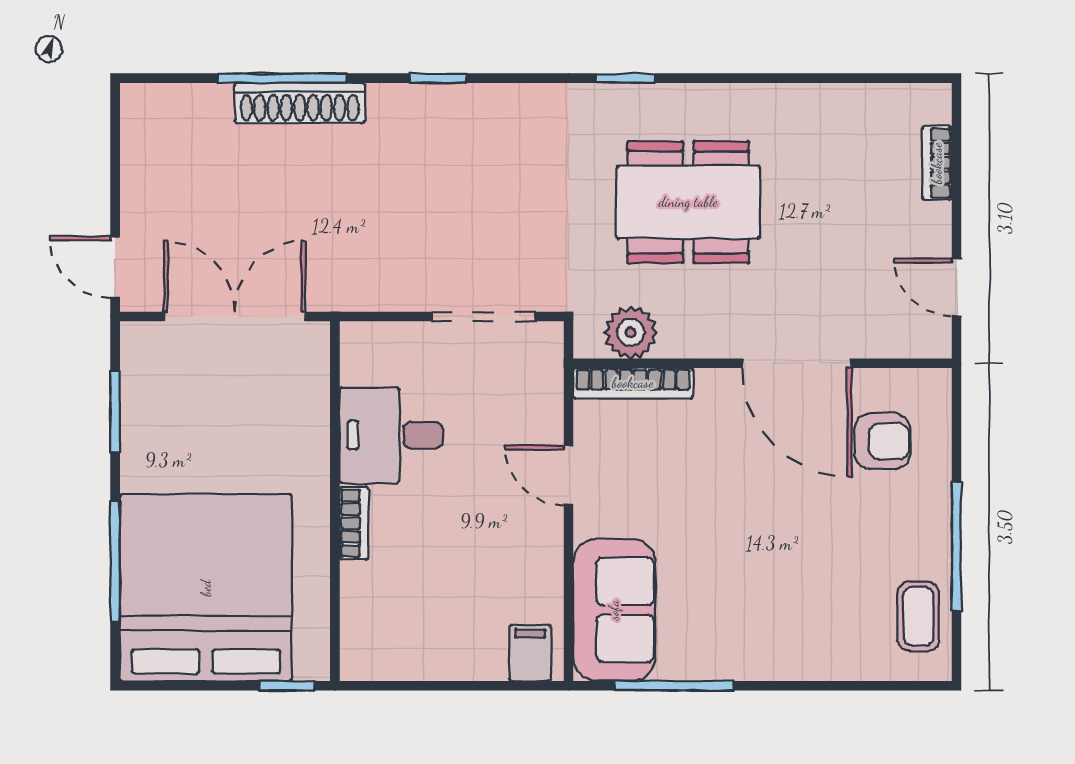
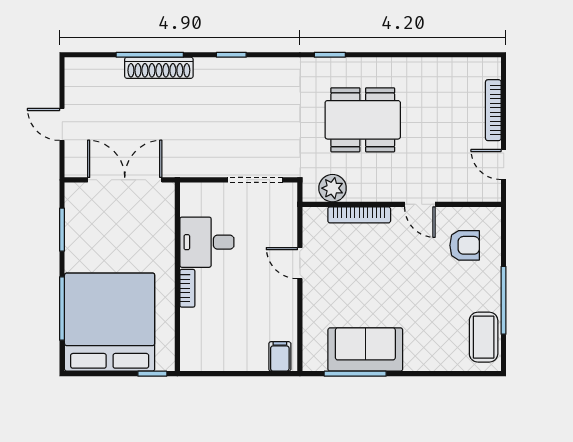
bookcase: (937, 163) -> (493, 110), width x1.56
door: (115, 267) -> (62, 124), moved
door: (797, 363) -> (420, 204), width x0.53
bookcase: (633, 383) -> (359, 215), moved
sofa: (614, 610) -> (365, 350), moved, turned -90
coffee table: (918, 616) -> (484, 337), width x1.36, depth x1.30

